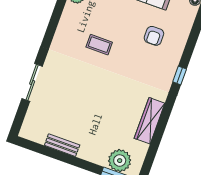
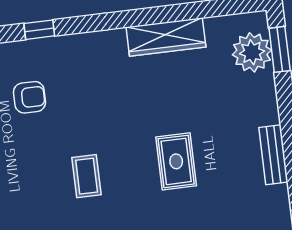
window: (180, 75) -> (39, 30), moved
rug: (84, 94) -> (176, 161), added

